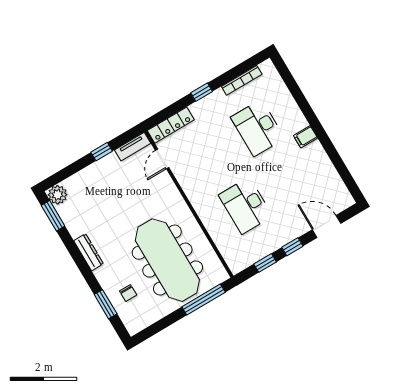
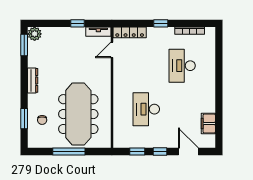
filing cabinet: (305, 137) -> (208, 123), moved, width x2.00
window: (204, 299) -> (69, 152), moved

